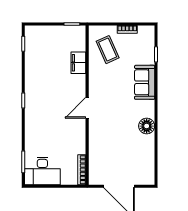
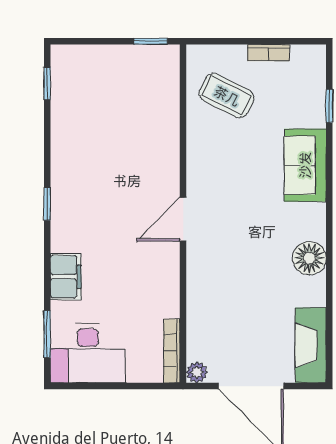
coffee table: (108, 50) -> (227, 96), turned -39
filing cabinet: (78, 63) -> (66, 277), moved, turned 180
fireplace: (147, 167) -> (311, 345), added
plant: (94, 180) -> (197, 372), added

